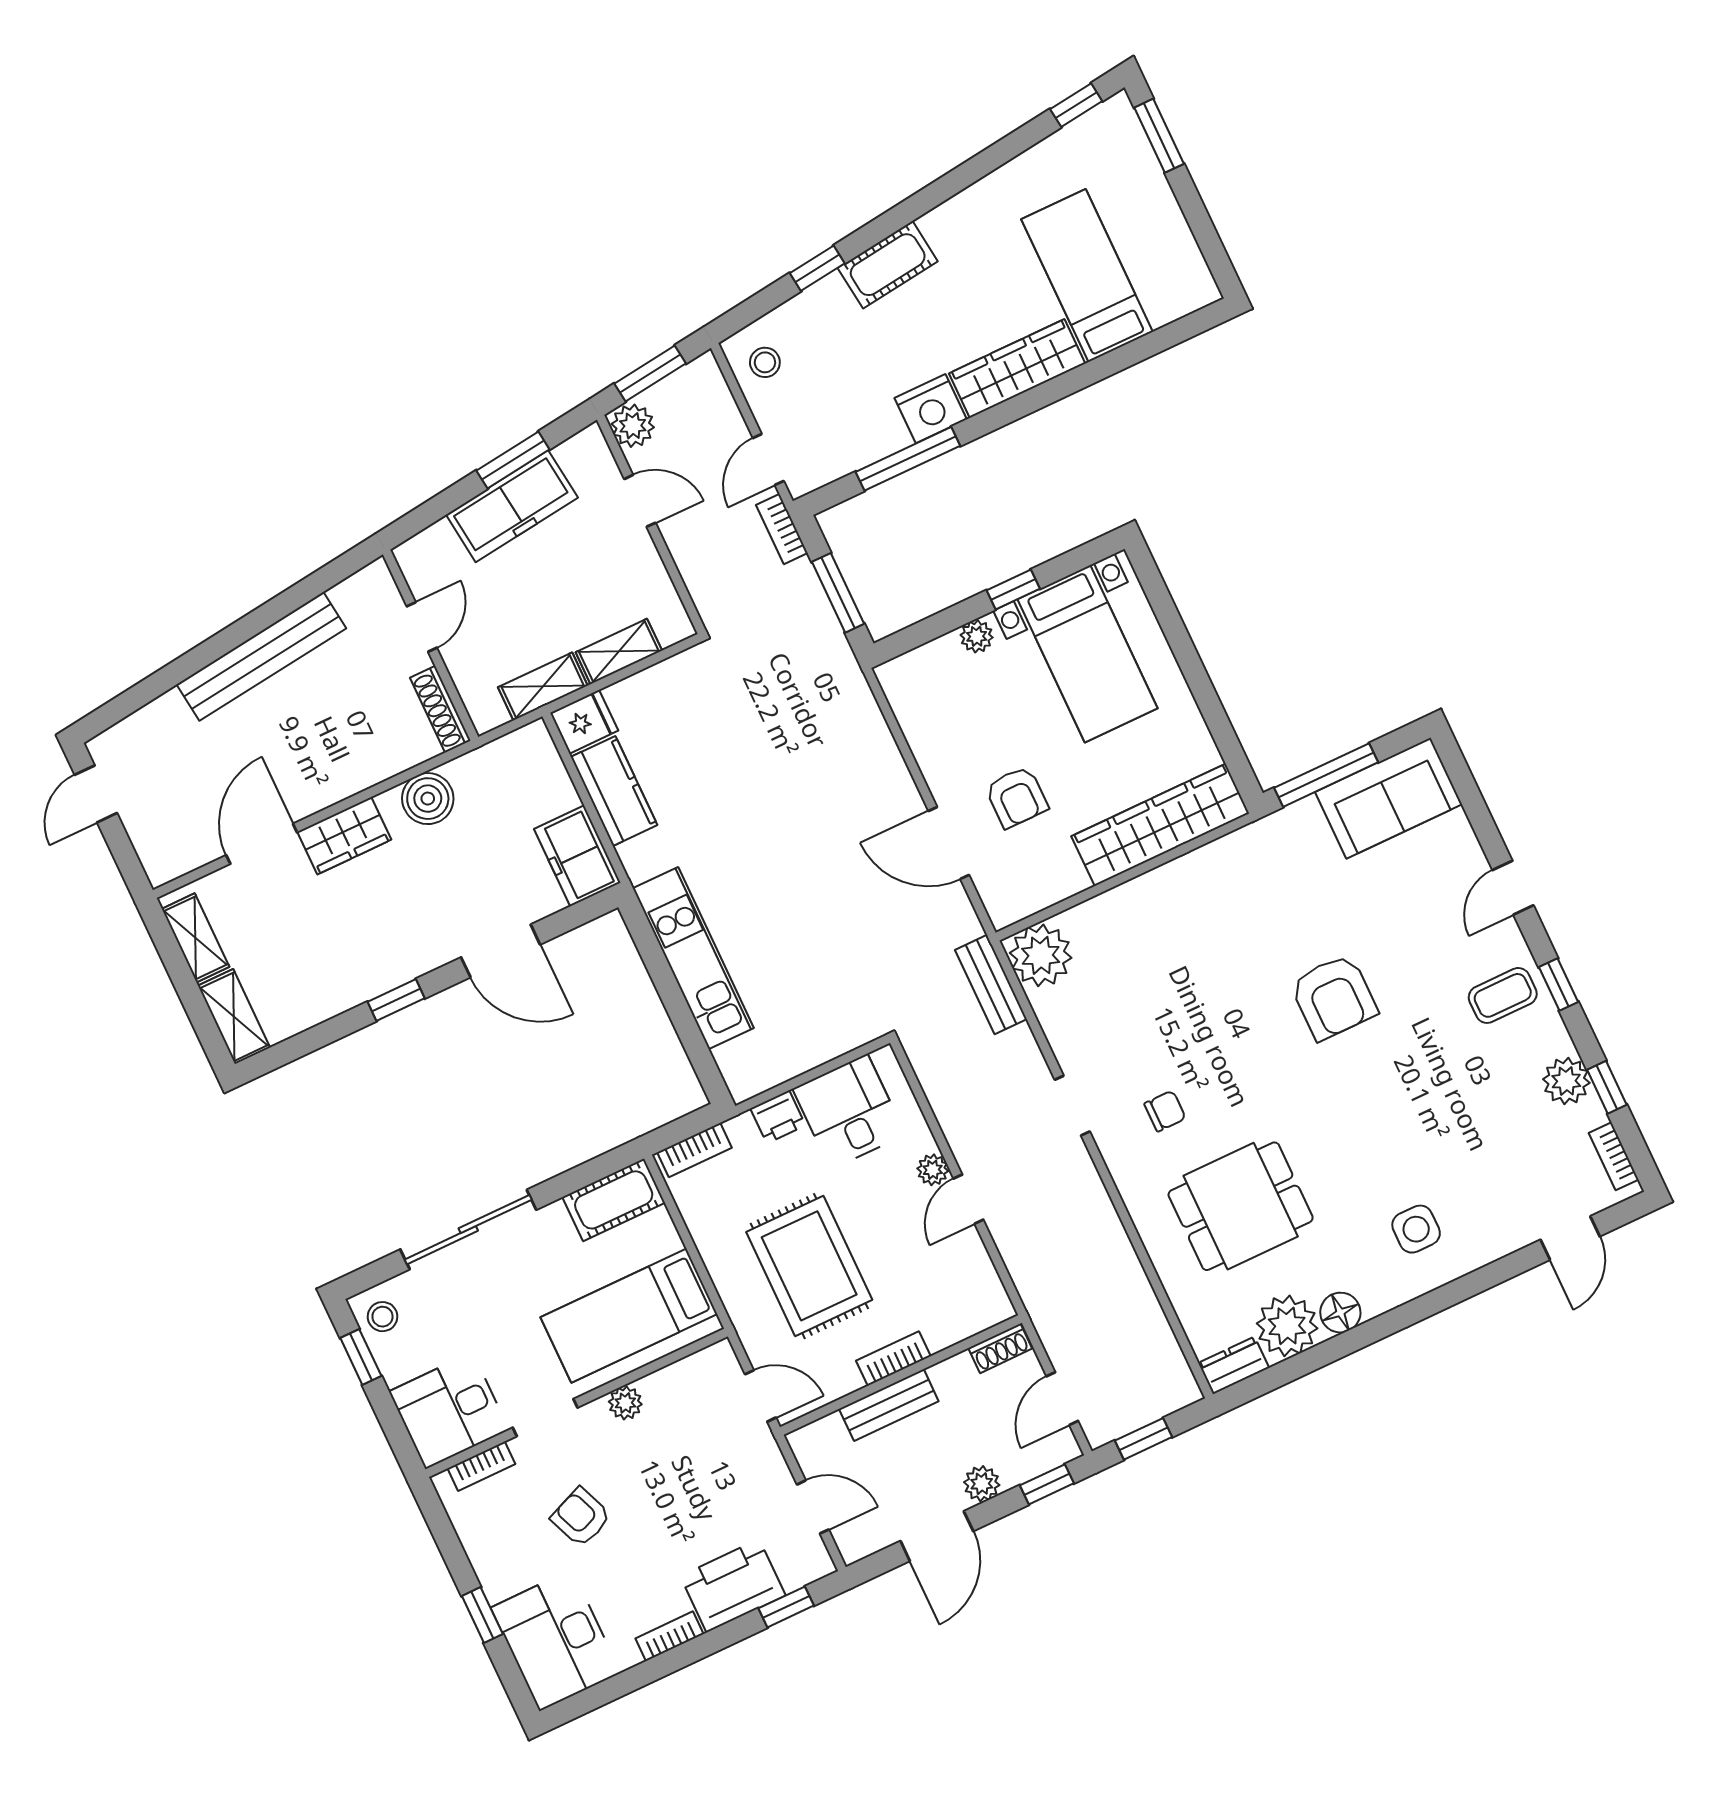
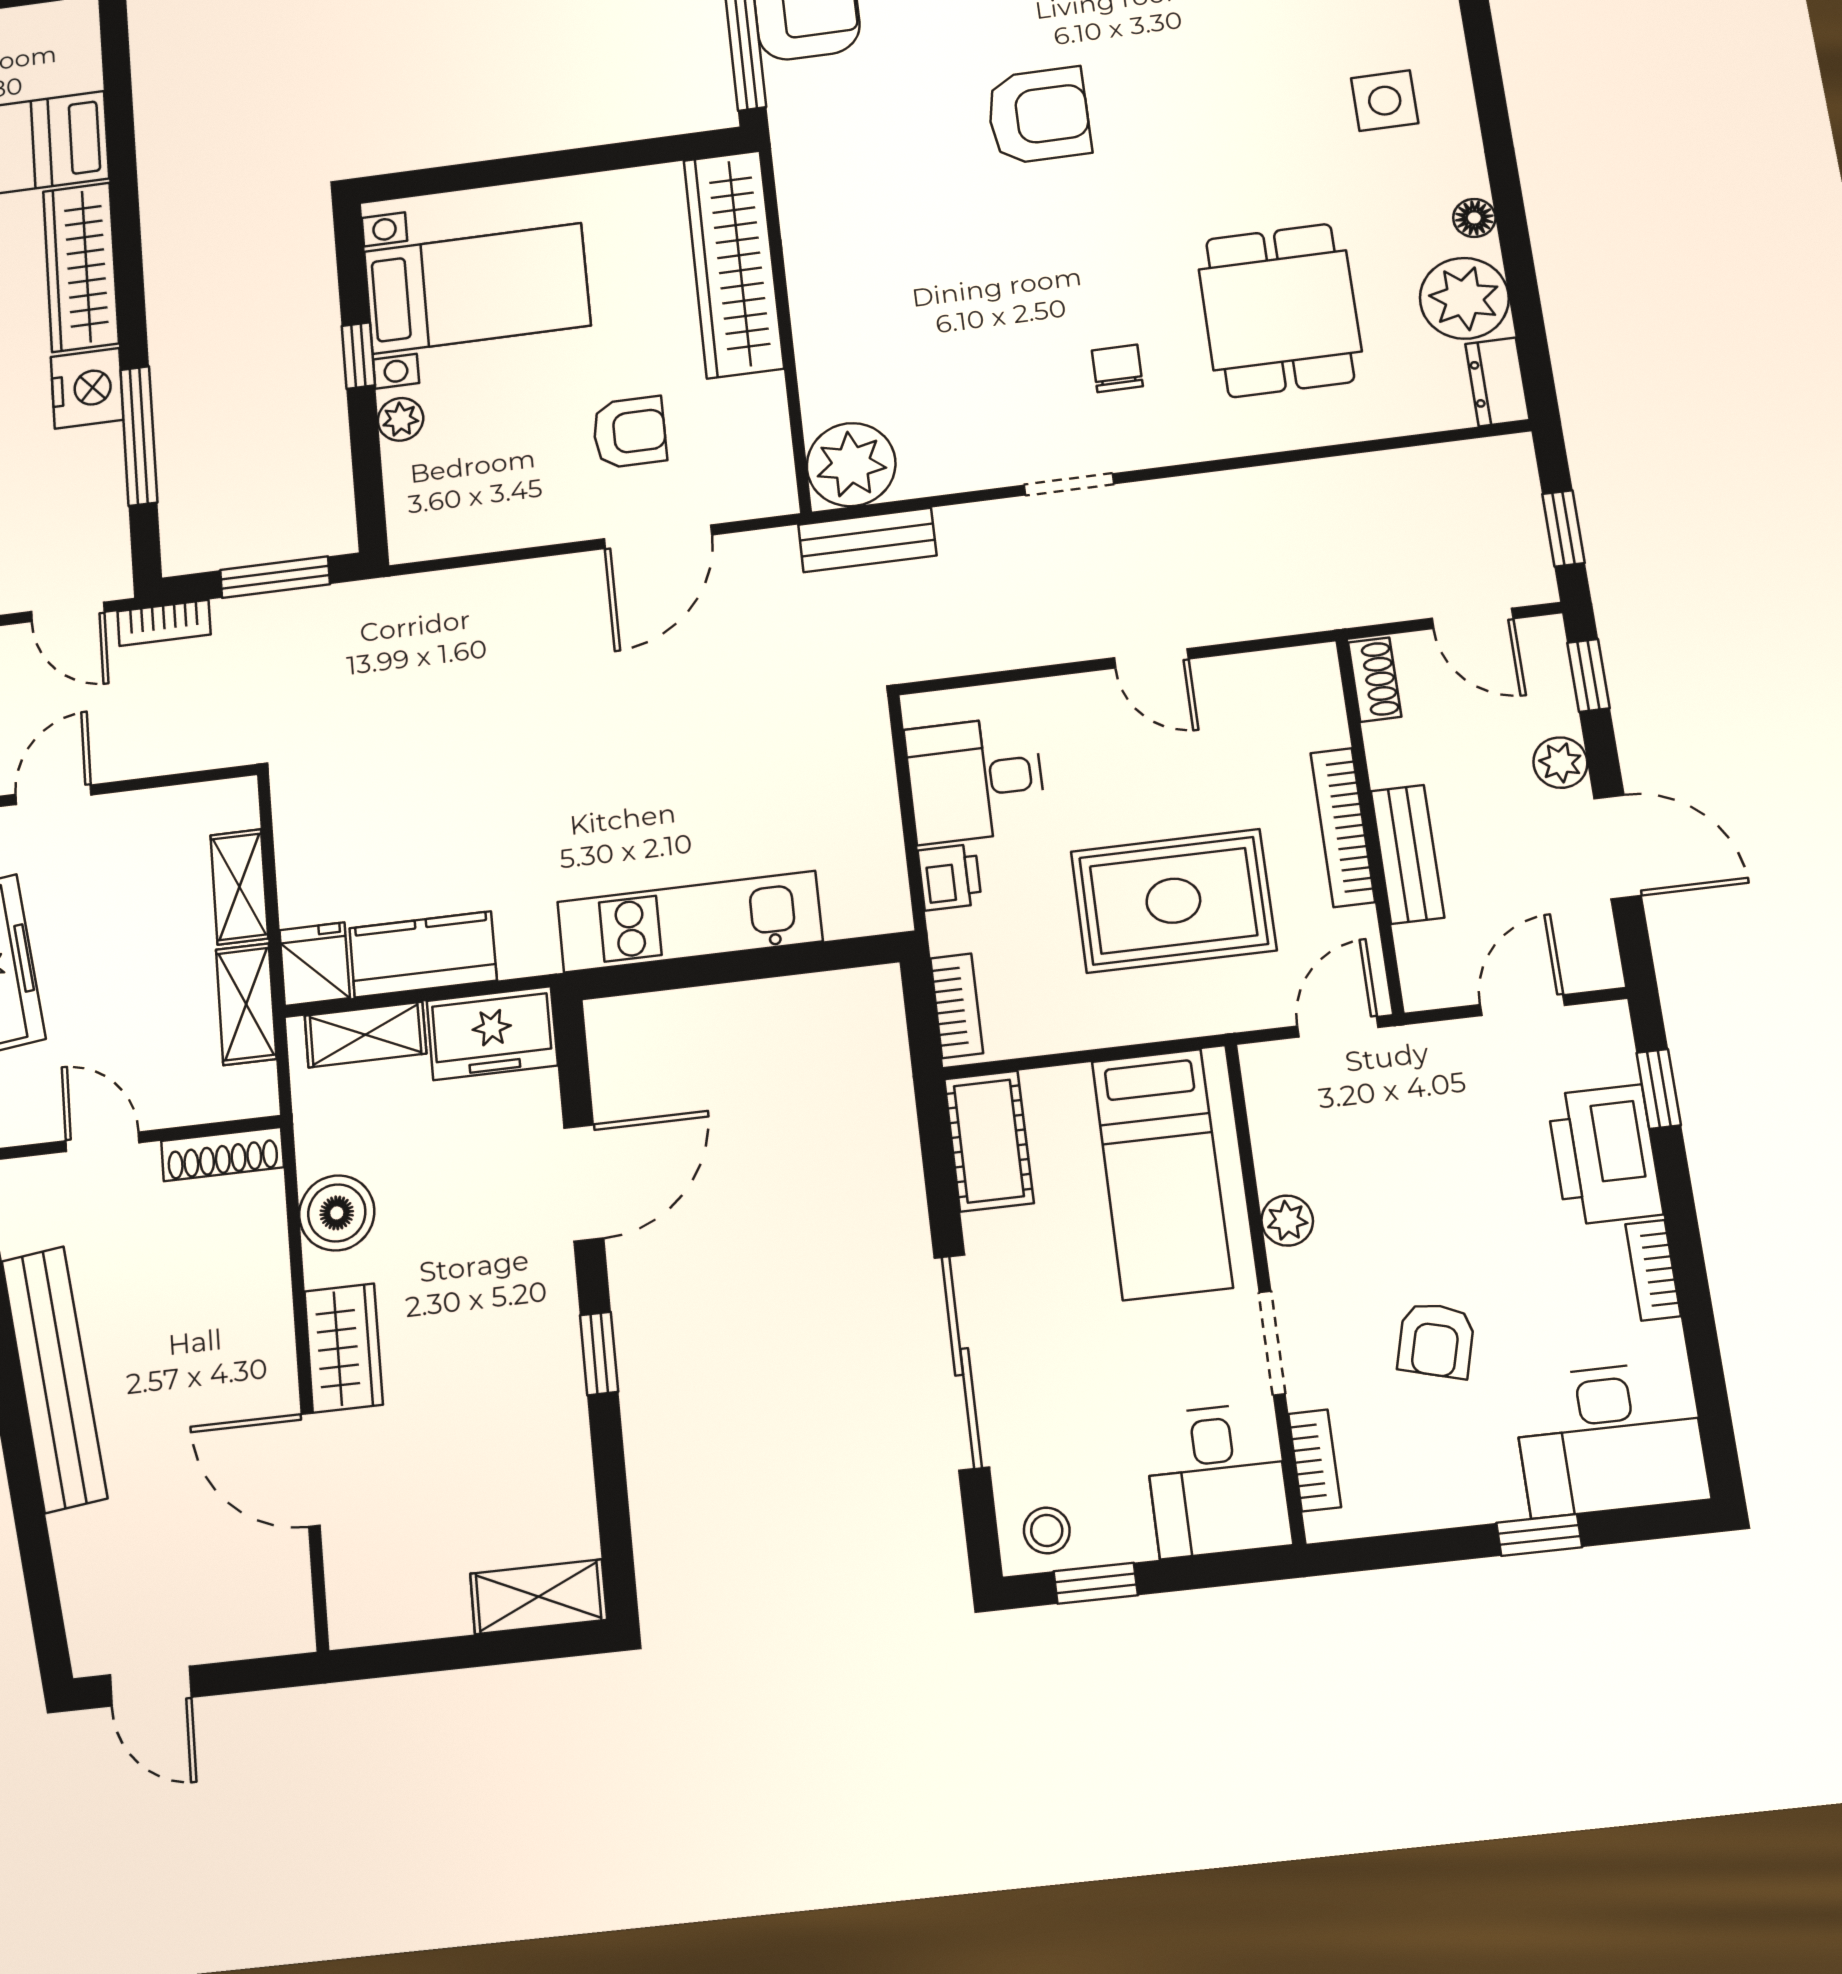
shelving: (195, 938) -> (365, 1035), moved
plant: (933, 1170) -> (1094, 693), removed
floor lamp: (1340, 1313) -> (1474, 218), width x0.73, depth x0.73
bookcase: (893, 1359) -> (1343, 827), width x1.56
armchair: (581, 1517) -> (1436, 1340), turned -53

